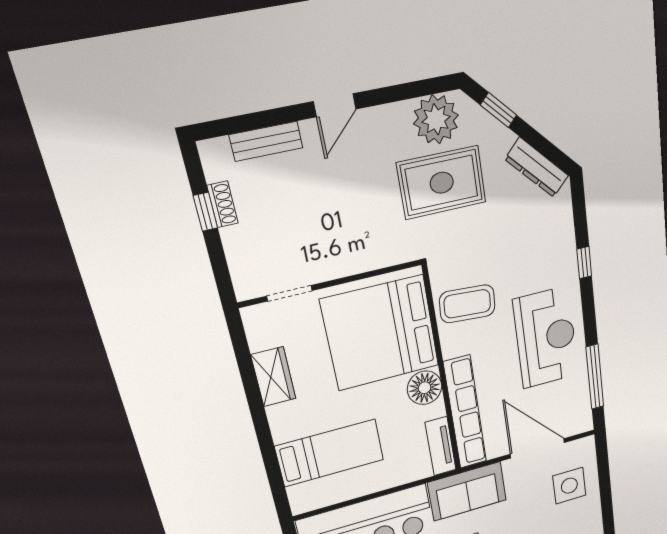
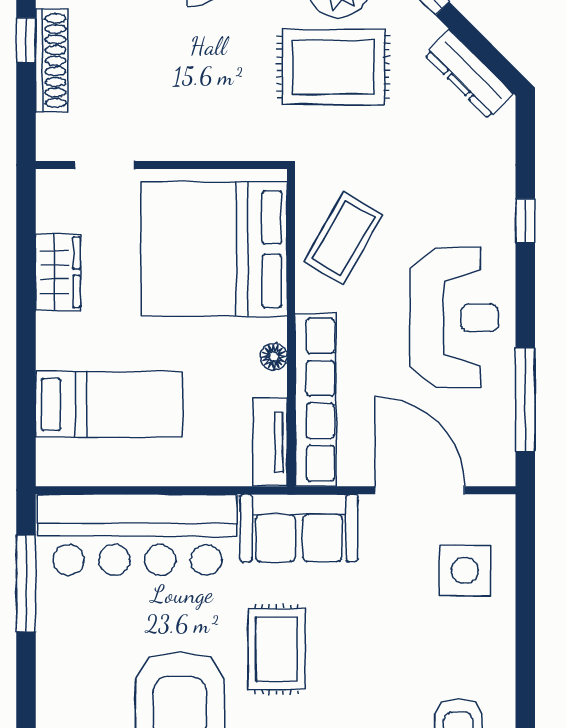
shoe rack: (223, 204) -> (52, 61), width x1.94, depth x1.24
coffee table: (467, 304) -> (343, 238), turned -64
floor lamp: (425, 388) -> (274, 357), width x0.53, depth x0.53

